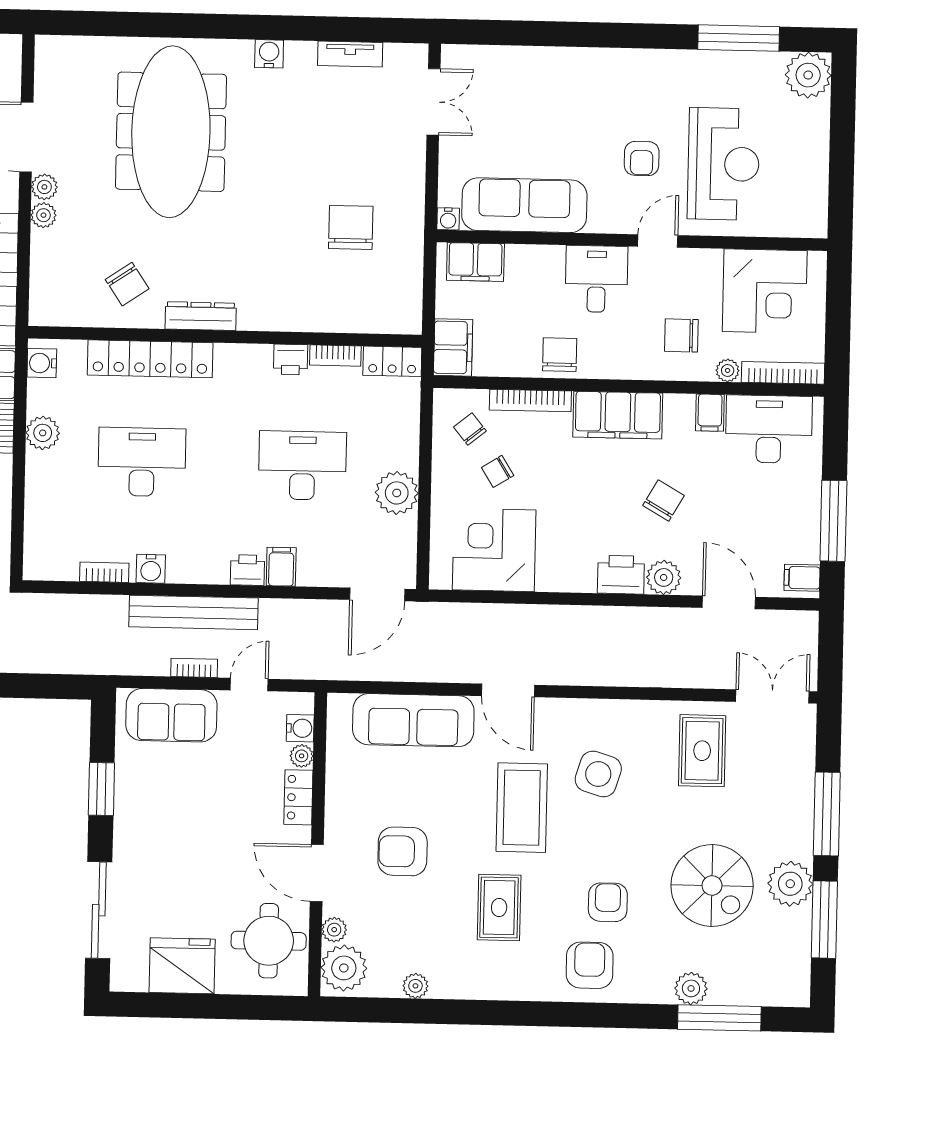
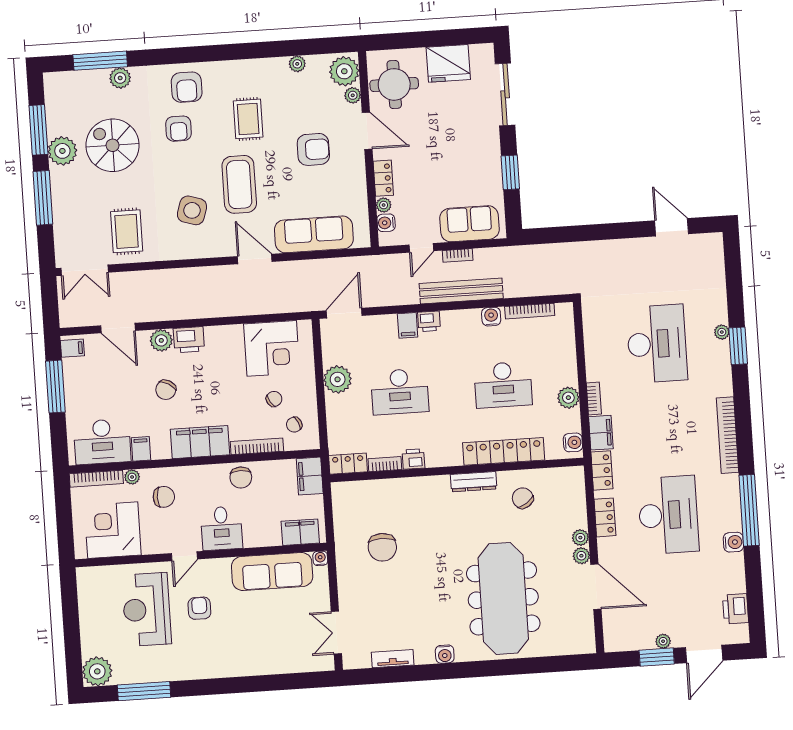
chair: (470, 429) -> (294, 425), turned 104
bookcase: (104, 572) -> (530, 311), width x1.56

